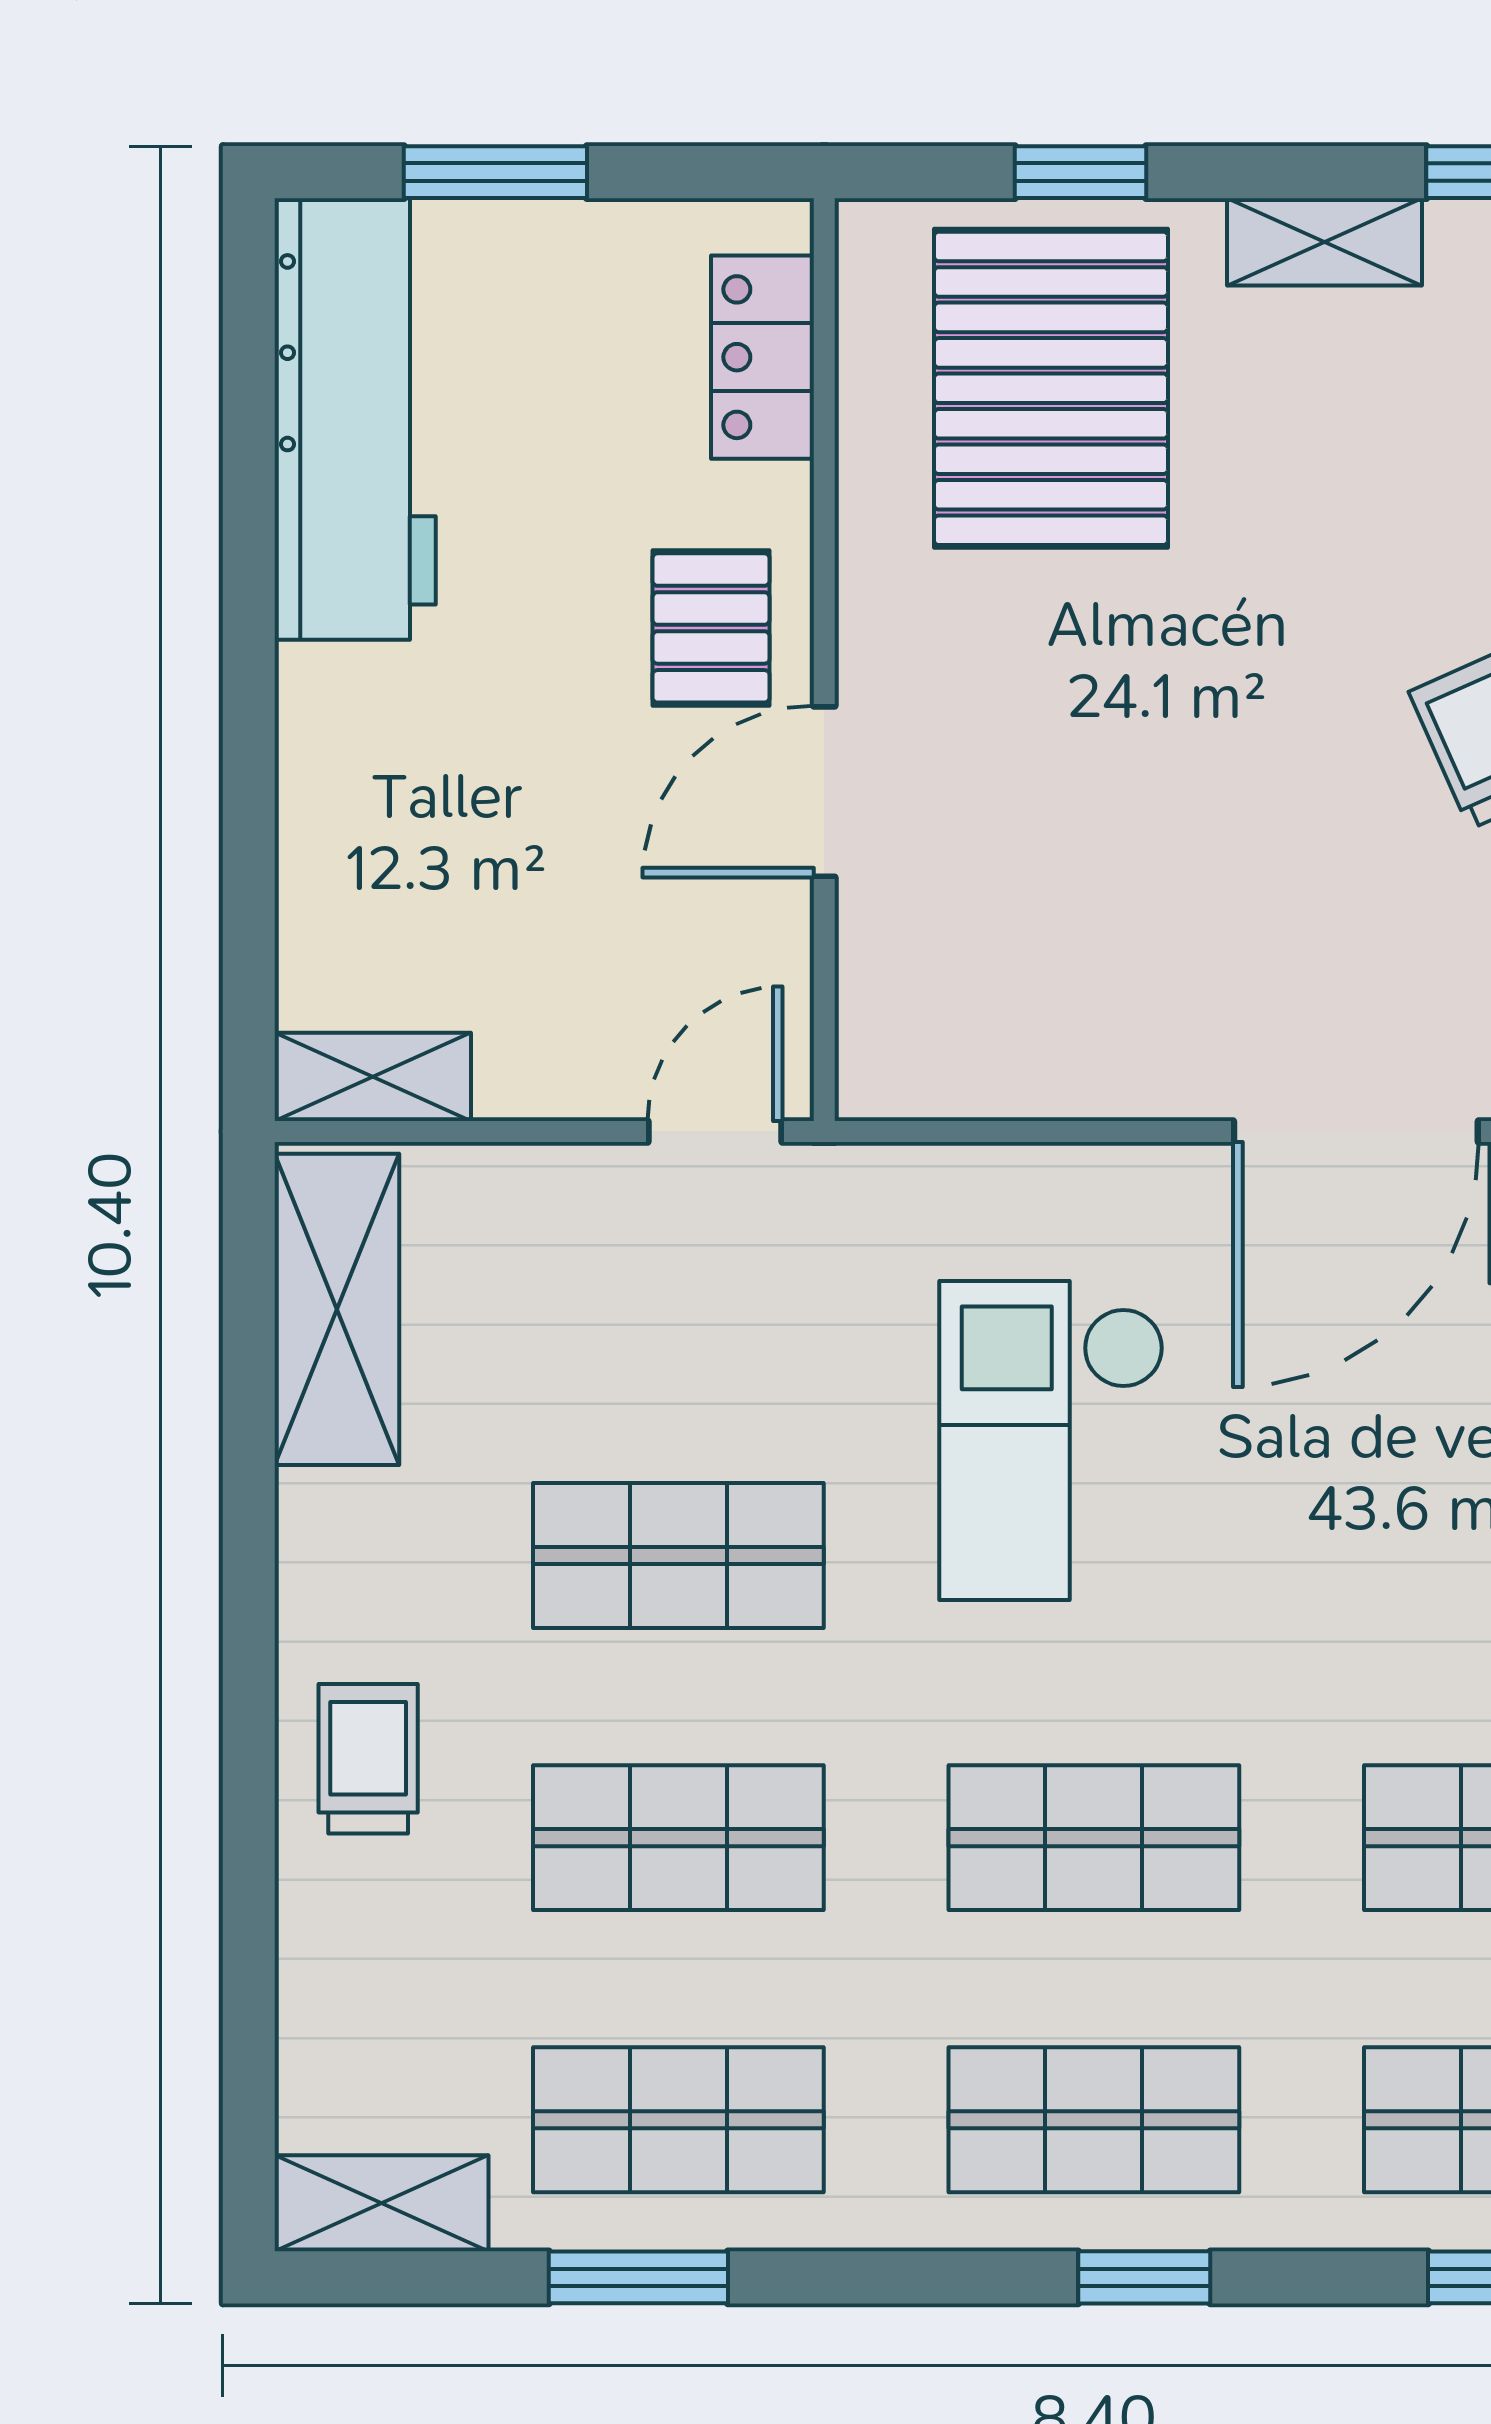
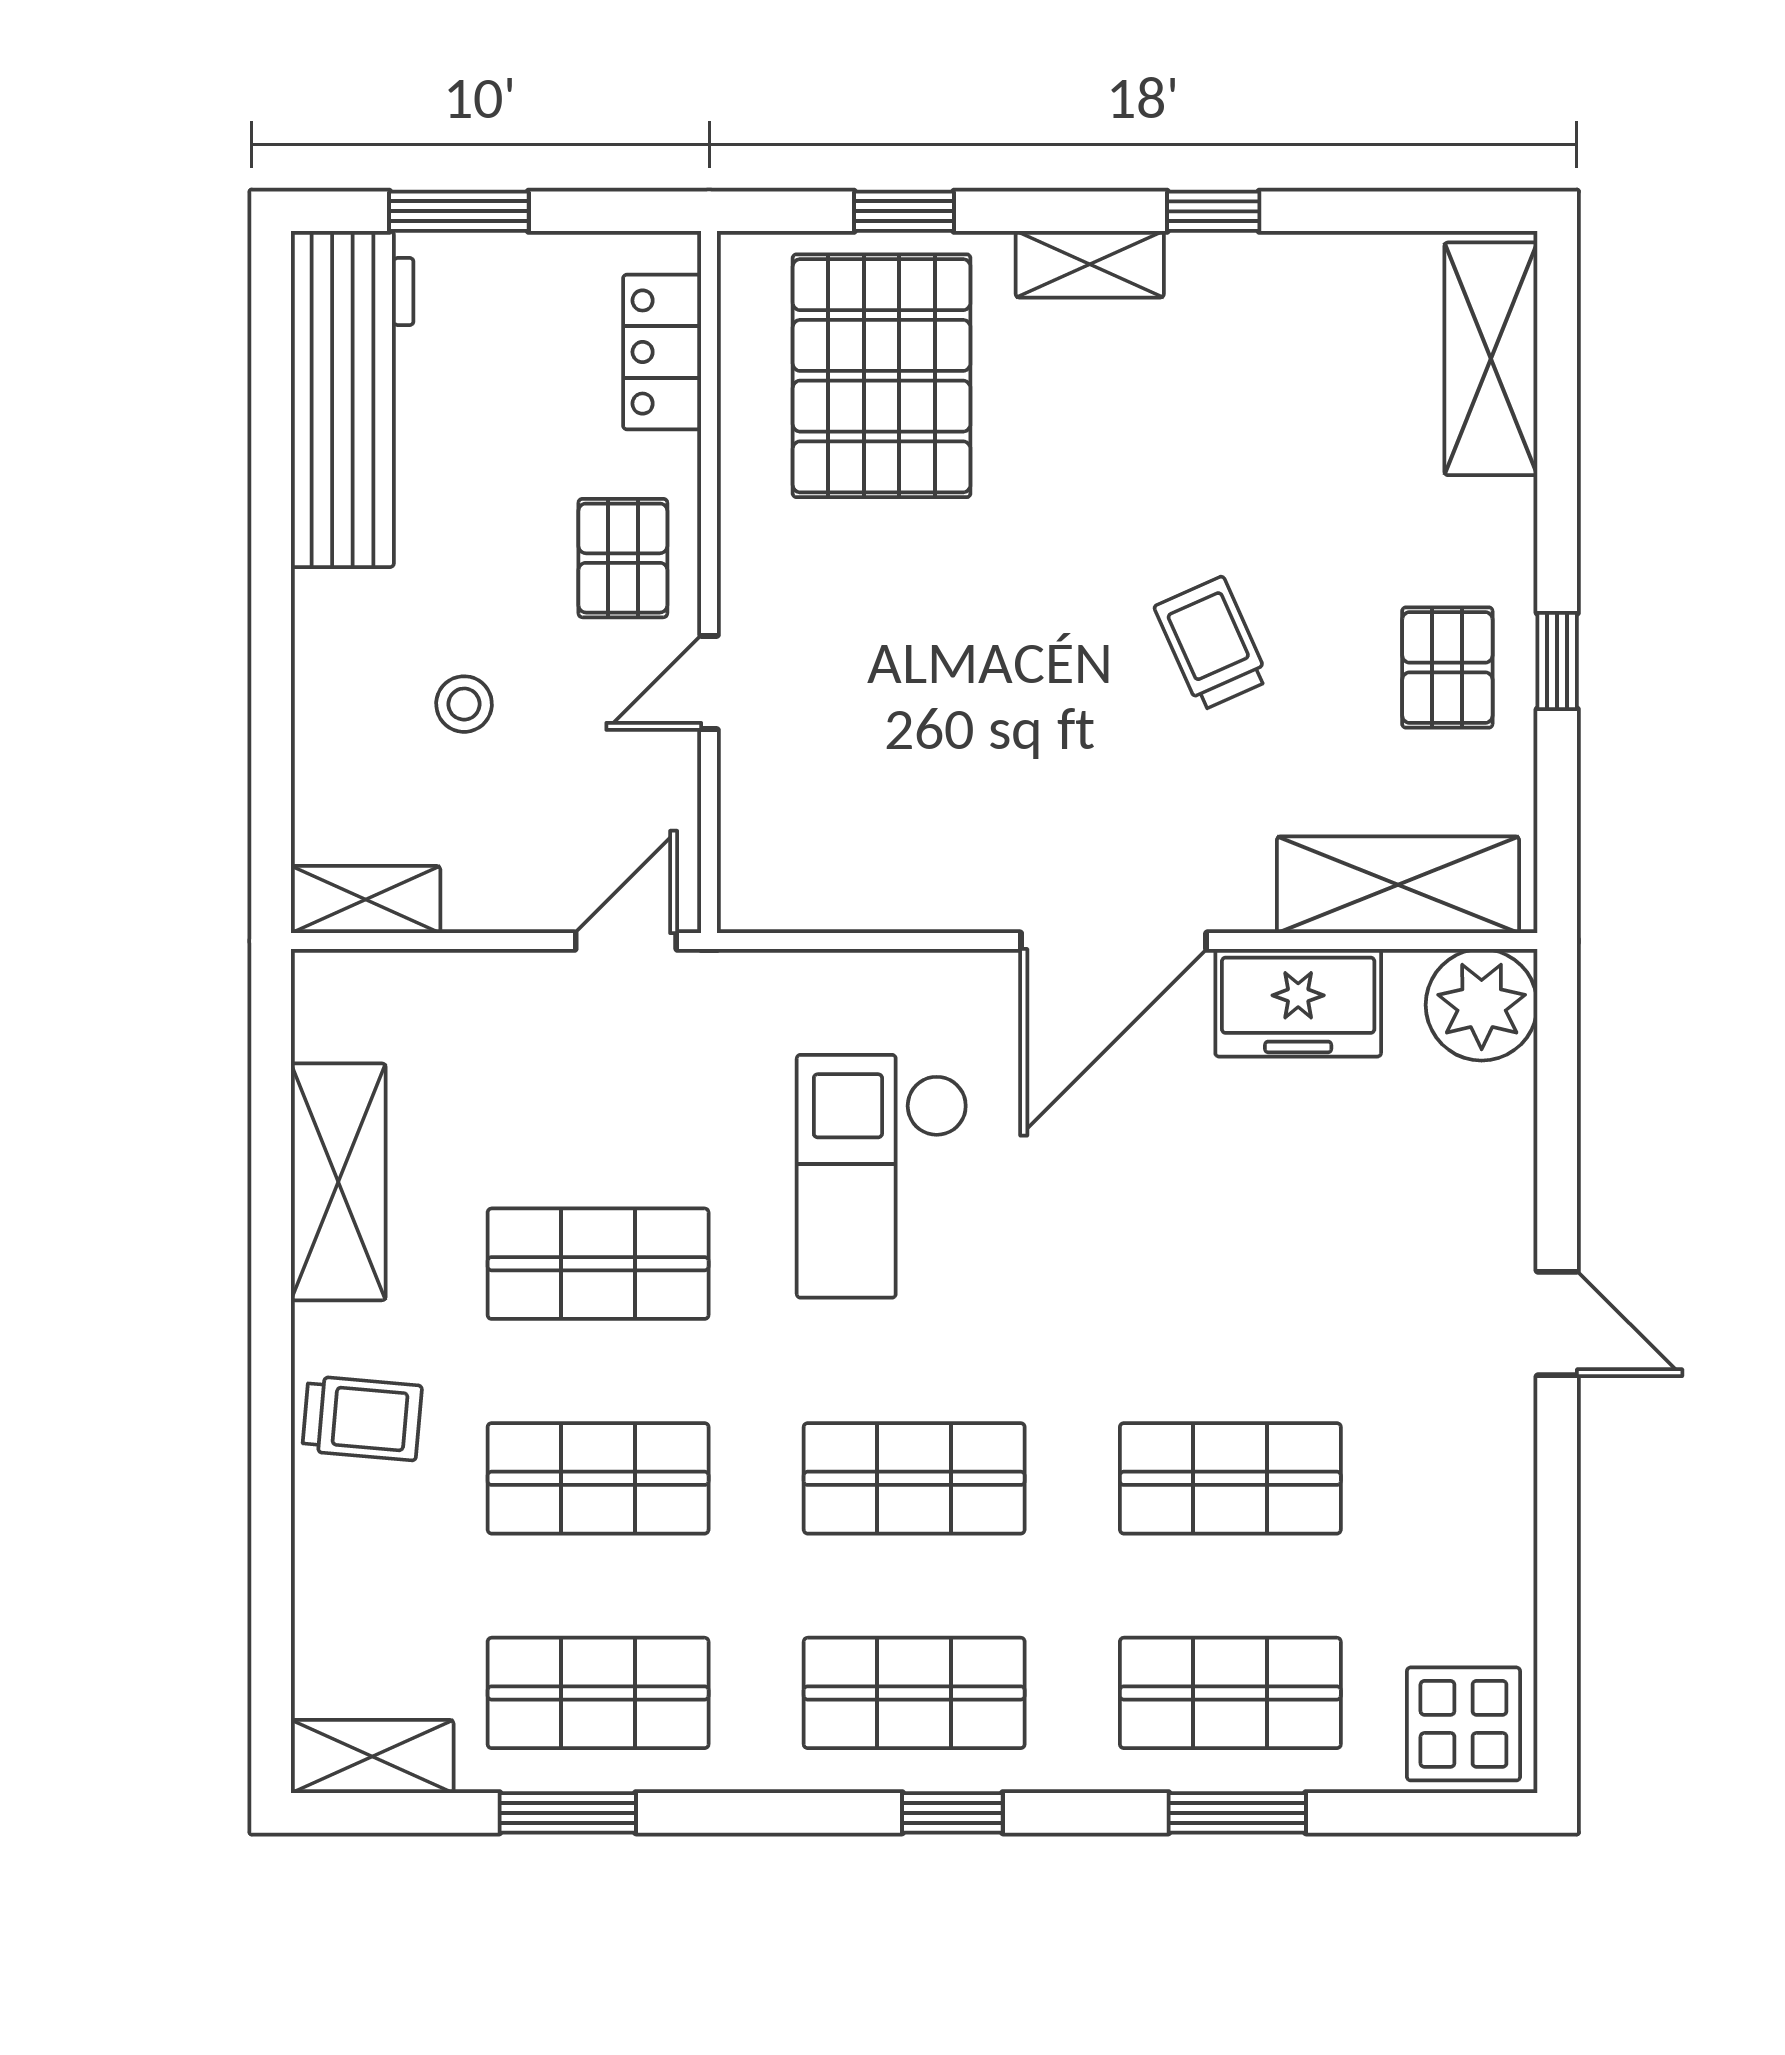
door: (824, 792) -> (709, 682), width x0.73
stool: (502, 820) -> (464, 704), added
shelving: (337, 1309) -> (338, 1182), moved
trolley: (368, 1759) -> (362, 1418), turned 95

